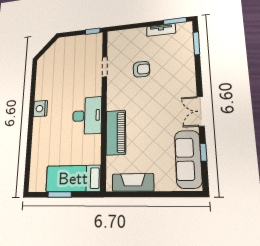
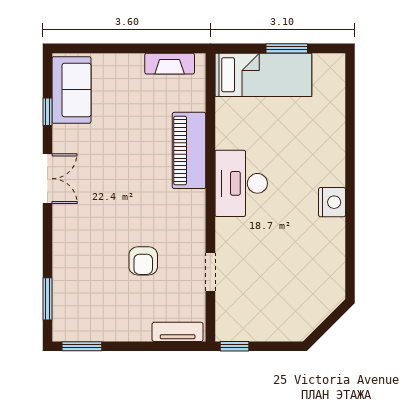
tv unit: (161, 30) -> (178, 332), moved
armchair: (141, 69) -> (143, 261), turned -90
sofa: (188, 159) -> (71, 90), width x0.73
fireplace: (133, 182) -> (170, 64), width x0.73, depth x0.76

